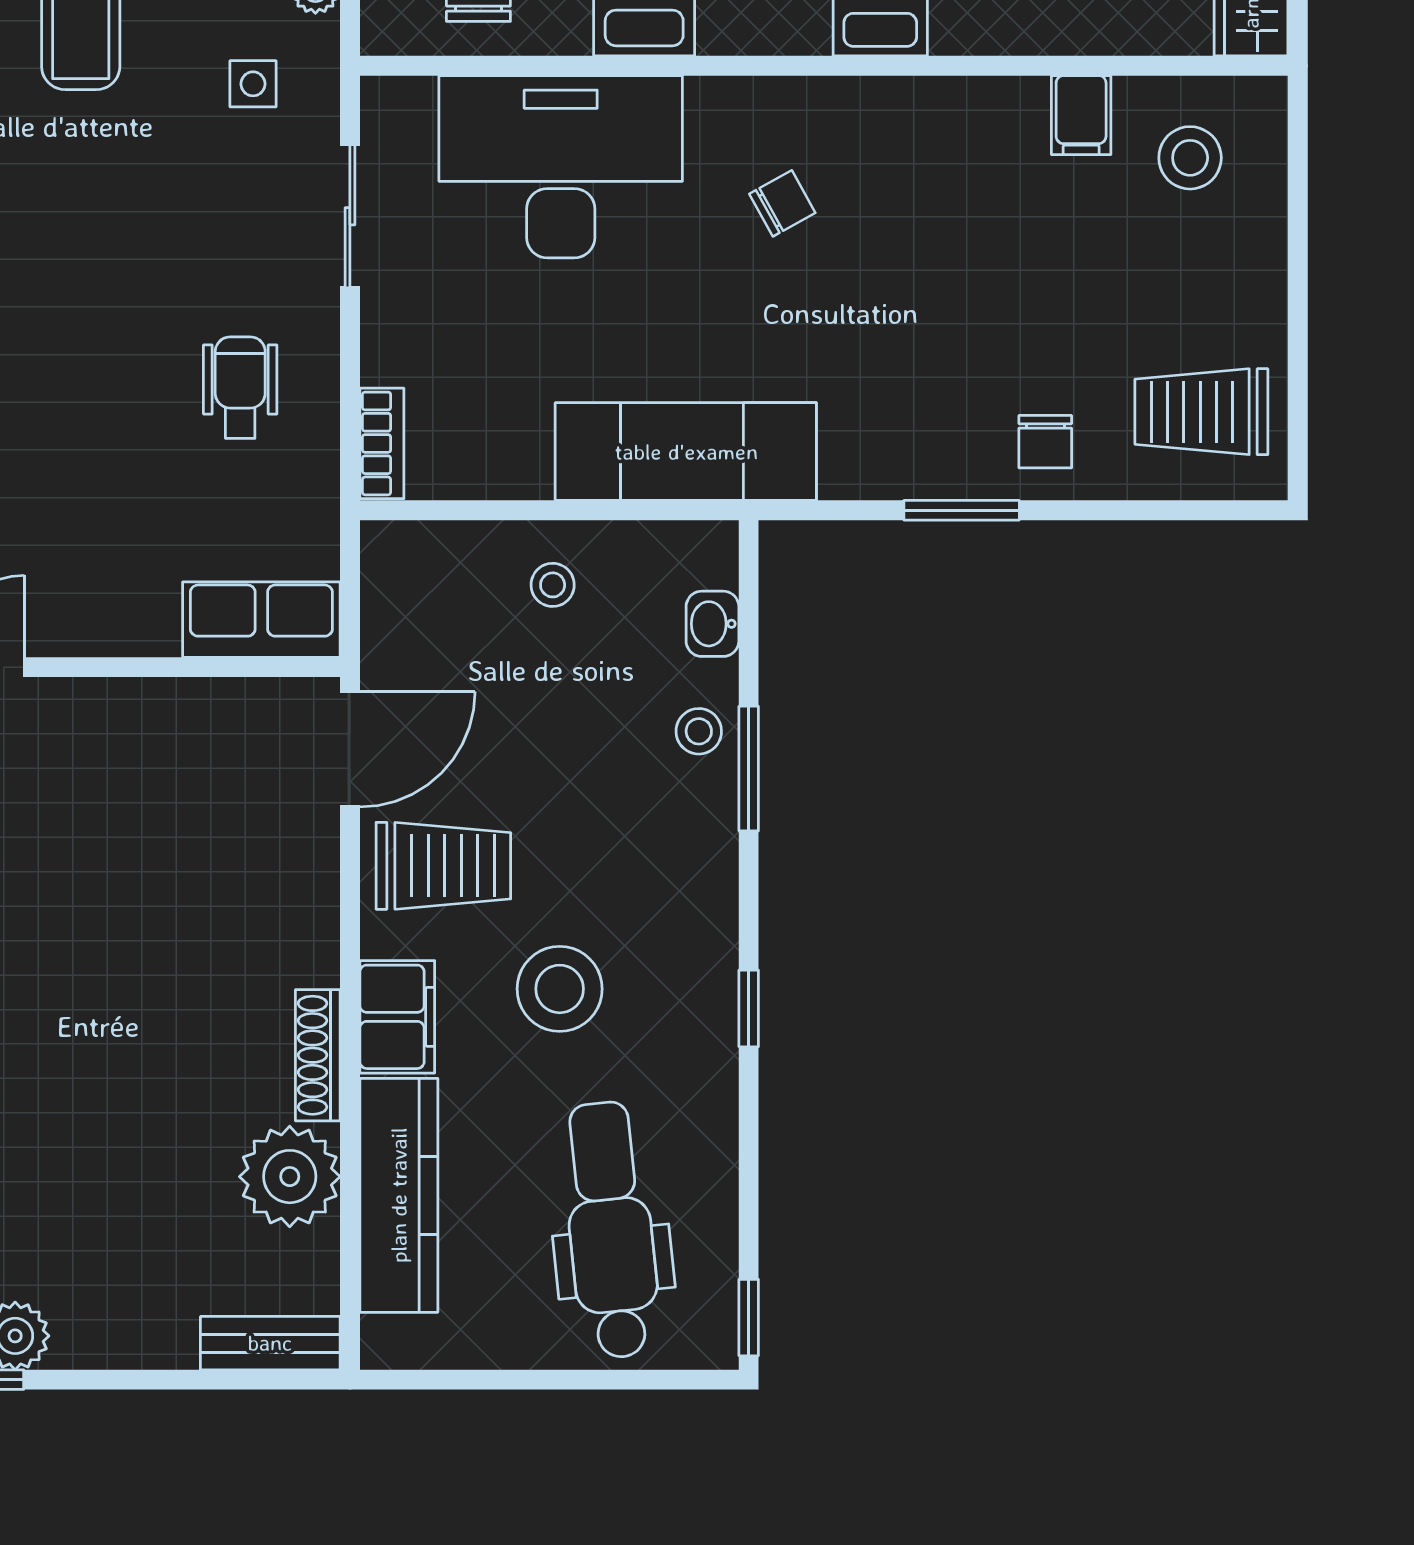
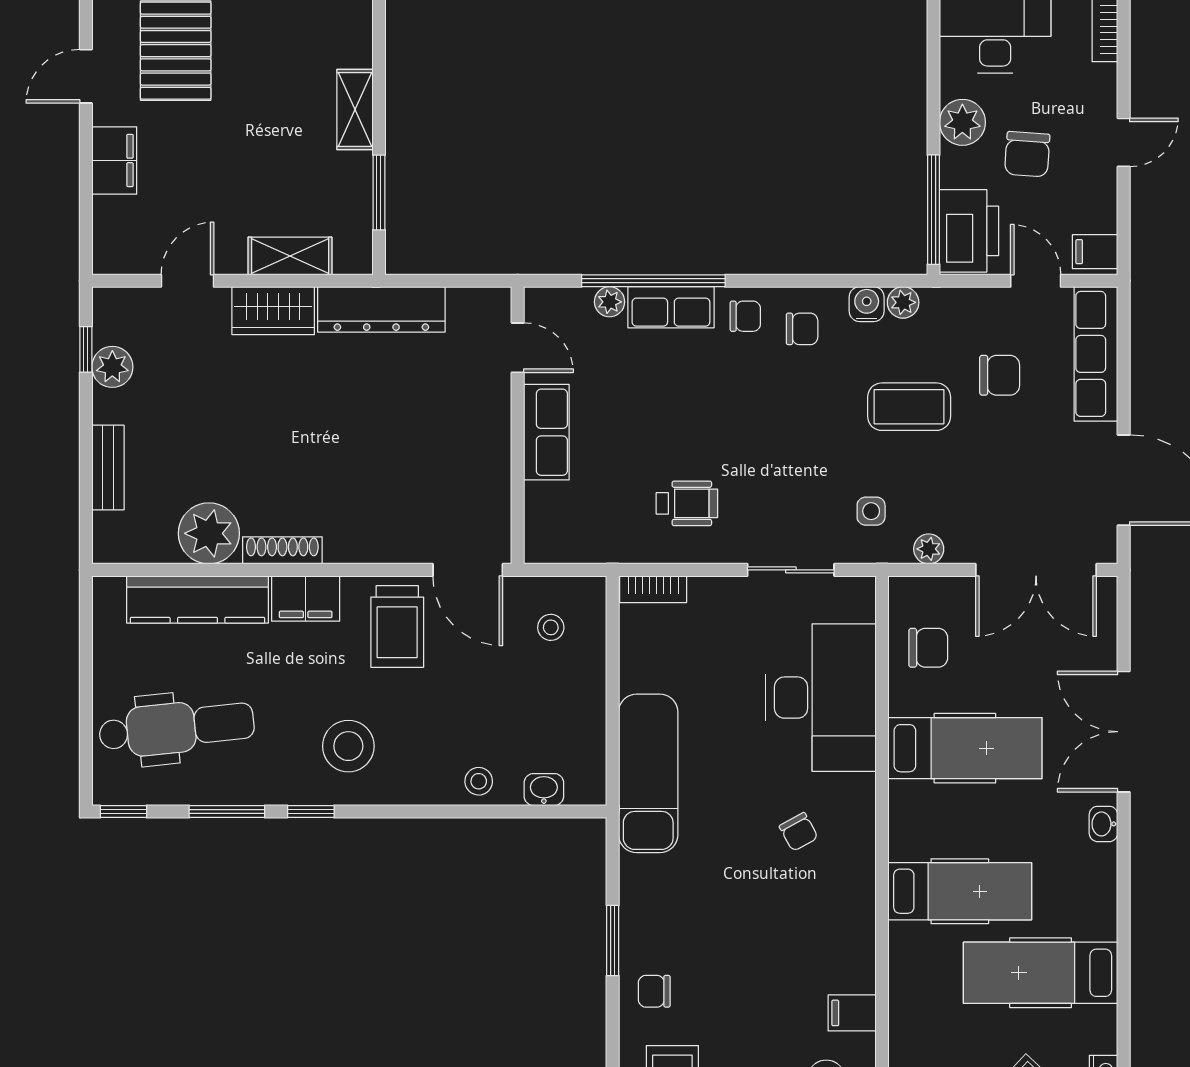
stool: (553, 585) -> (551, 627), moved
row of seats: (261, 620) -> (546, 432), moved
window: (749, 769) -> (227, 811), moved
stool: (560, 989) -> (348, 746), moved
bench: (270, 1343) -> (108, 467), moved

